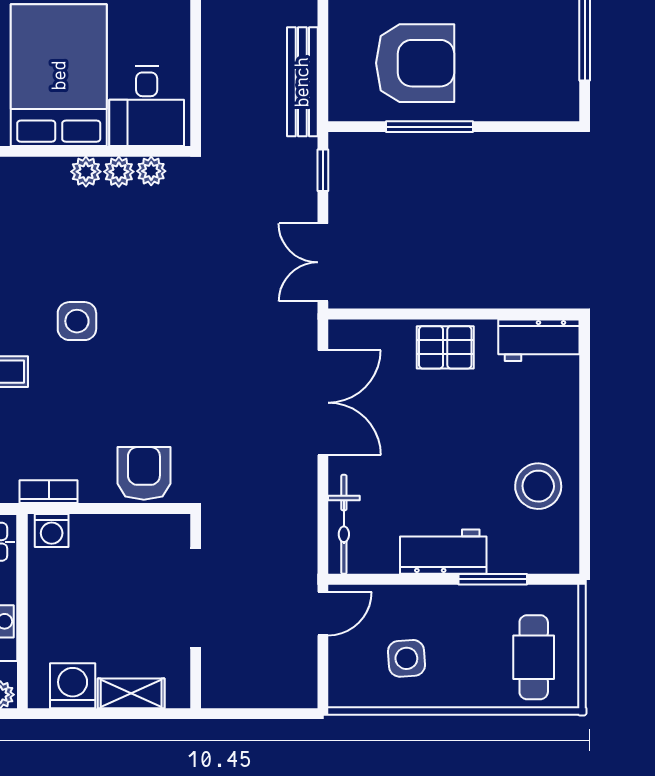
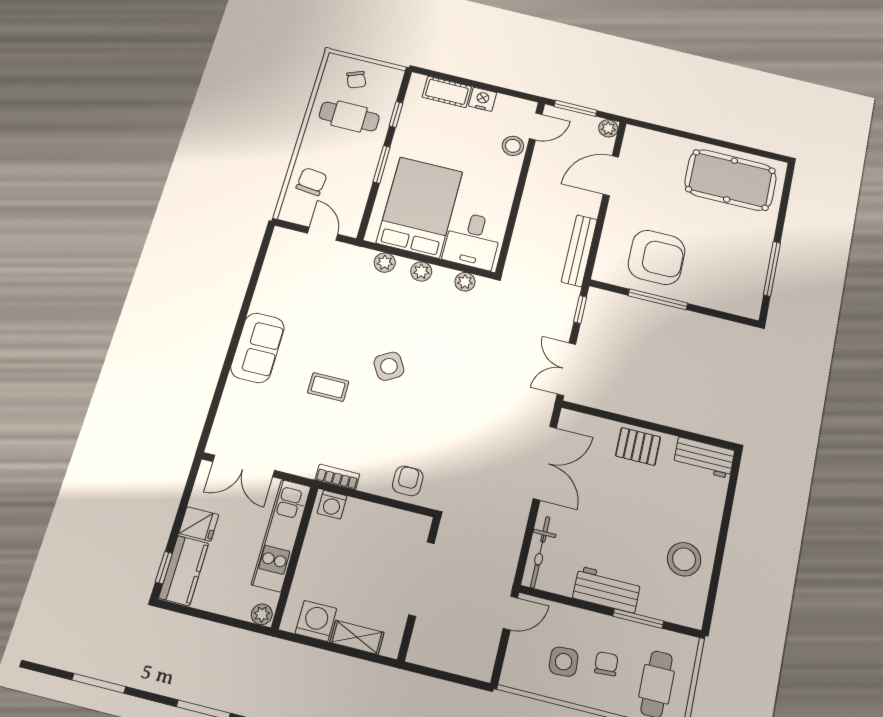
plant: (119, 172) -> (385, 263), moved
side table: (77, 321) -> (389, 366), turned -31
armchair: (144, 473) -> (408, 481), width x0.72, depth x0.72
chair: (463, 647) -> (606, 664), added

